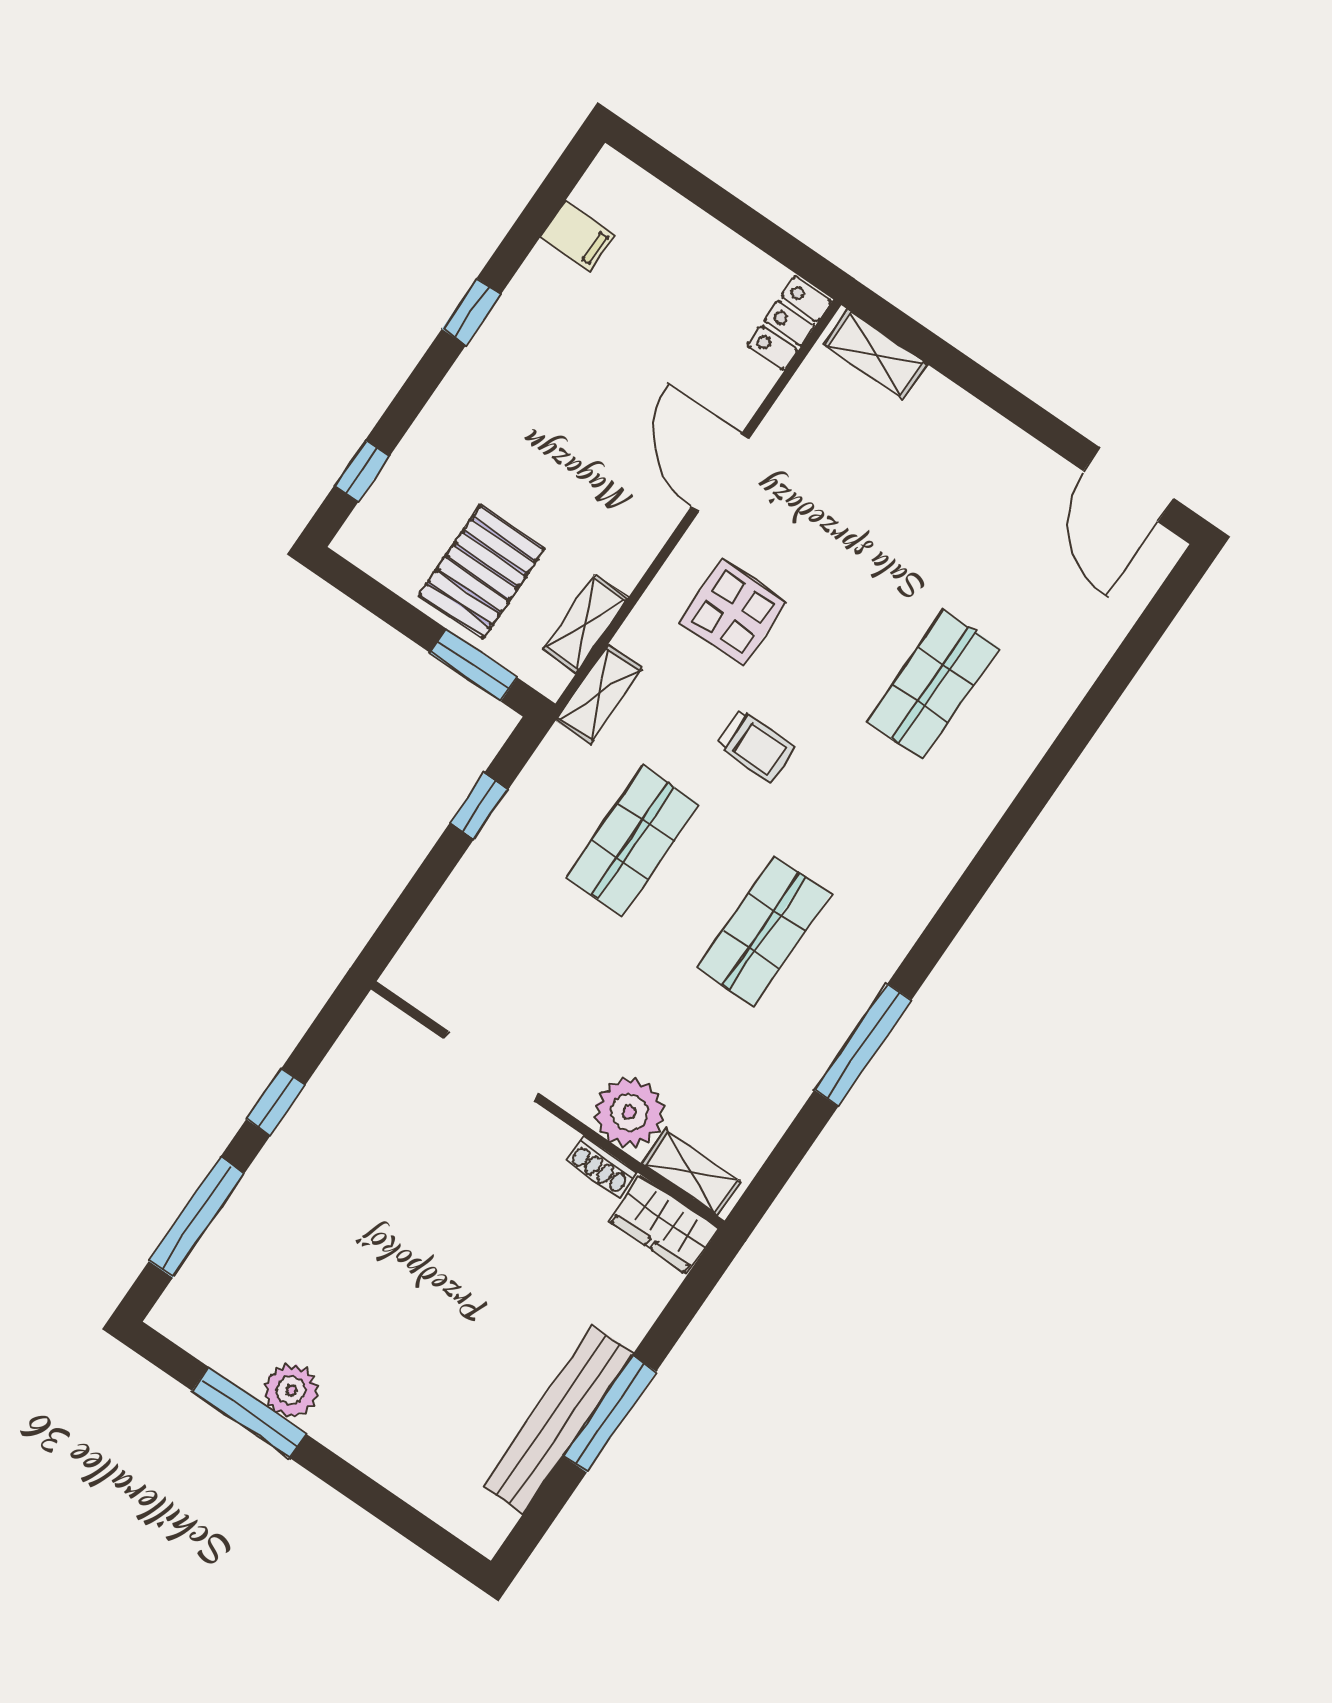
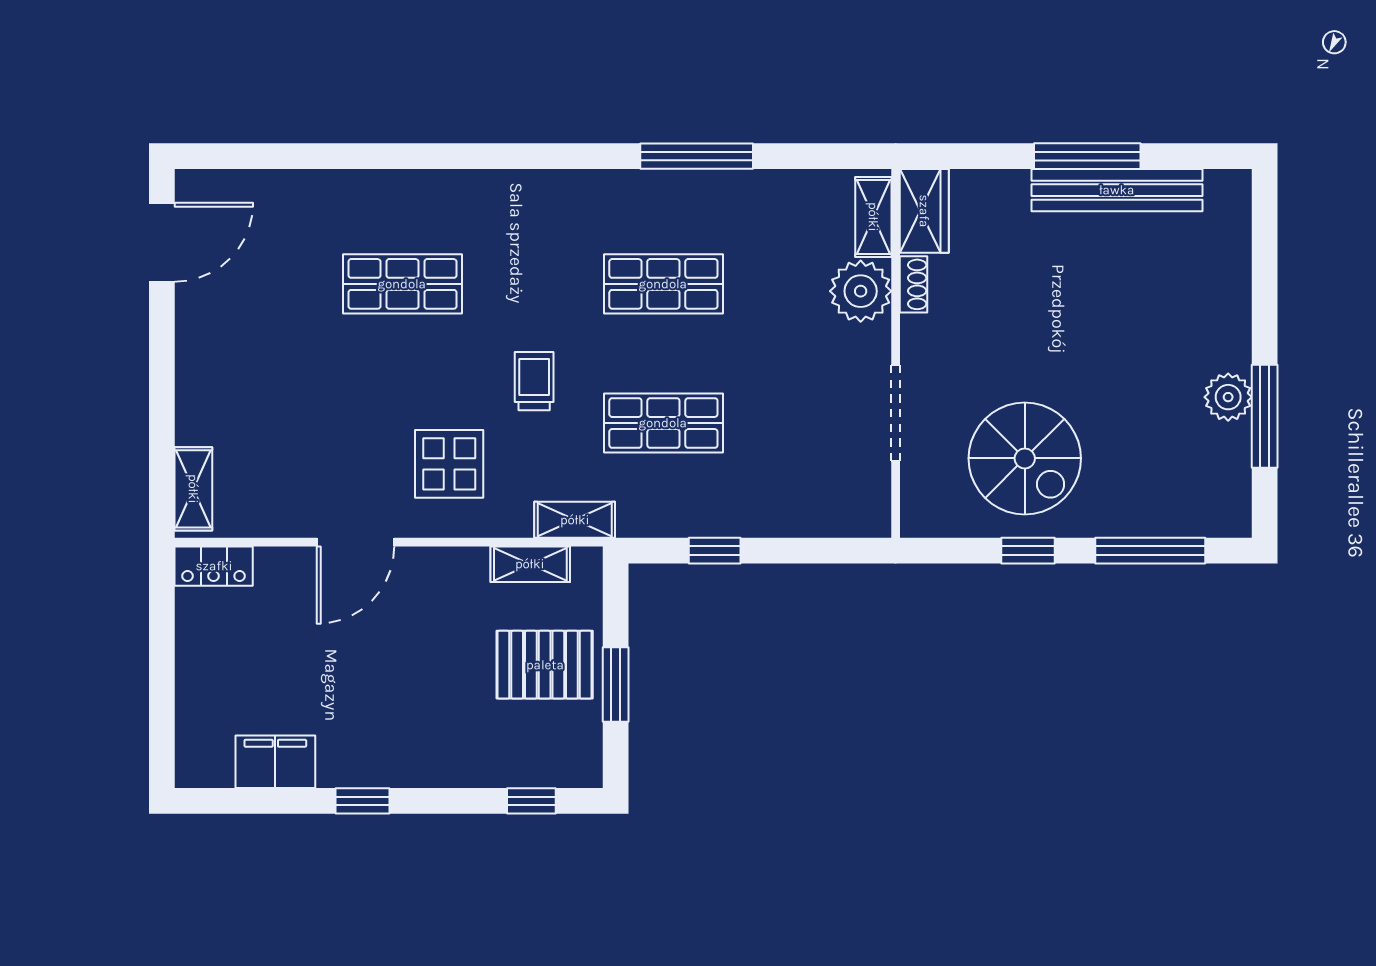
filing cabinet: (578, 236) -> (275, 762), width x2.00
window: (474, 665) -> (616, 684), moved
spiral stairs: (365, 1159) -> (1025, 458), added

